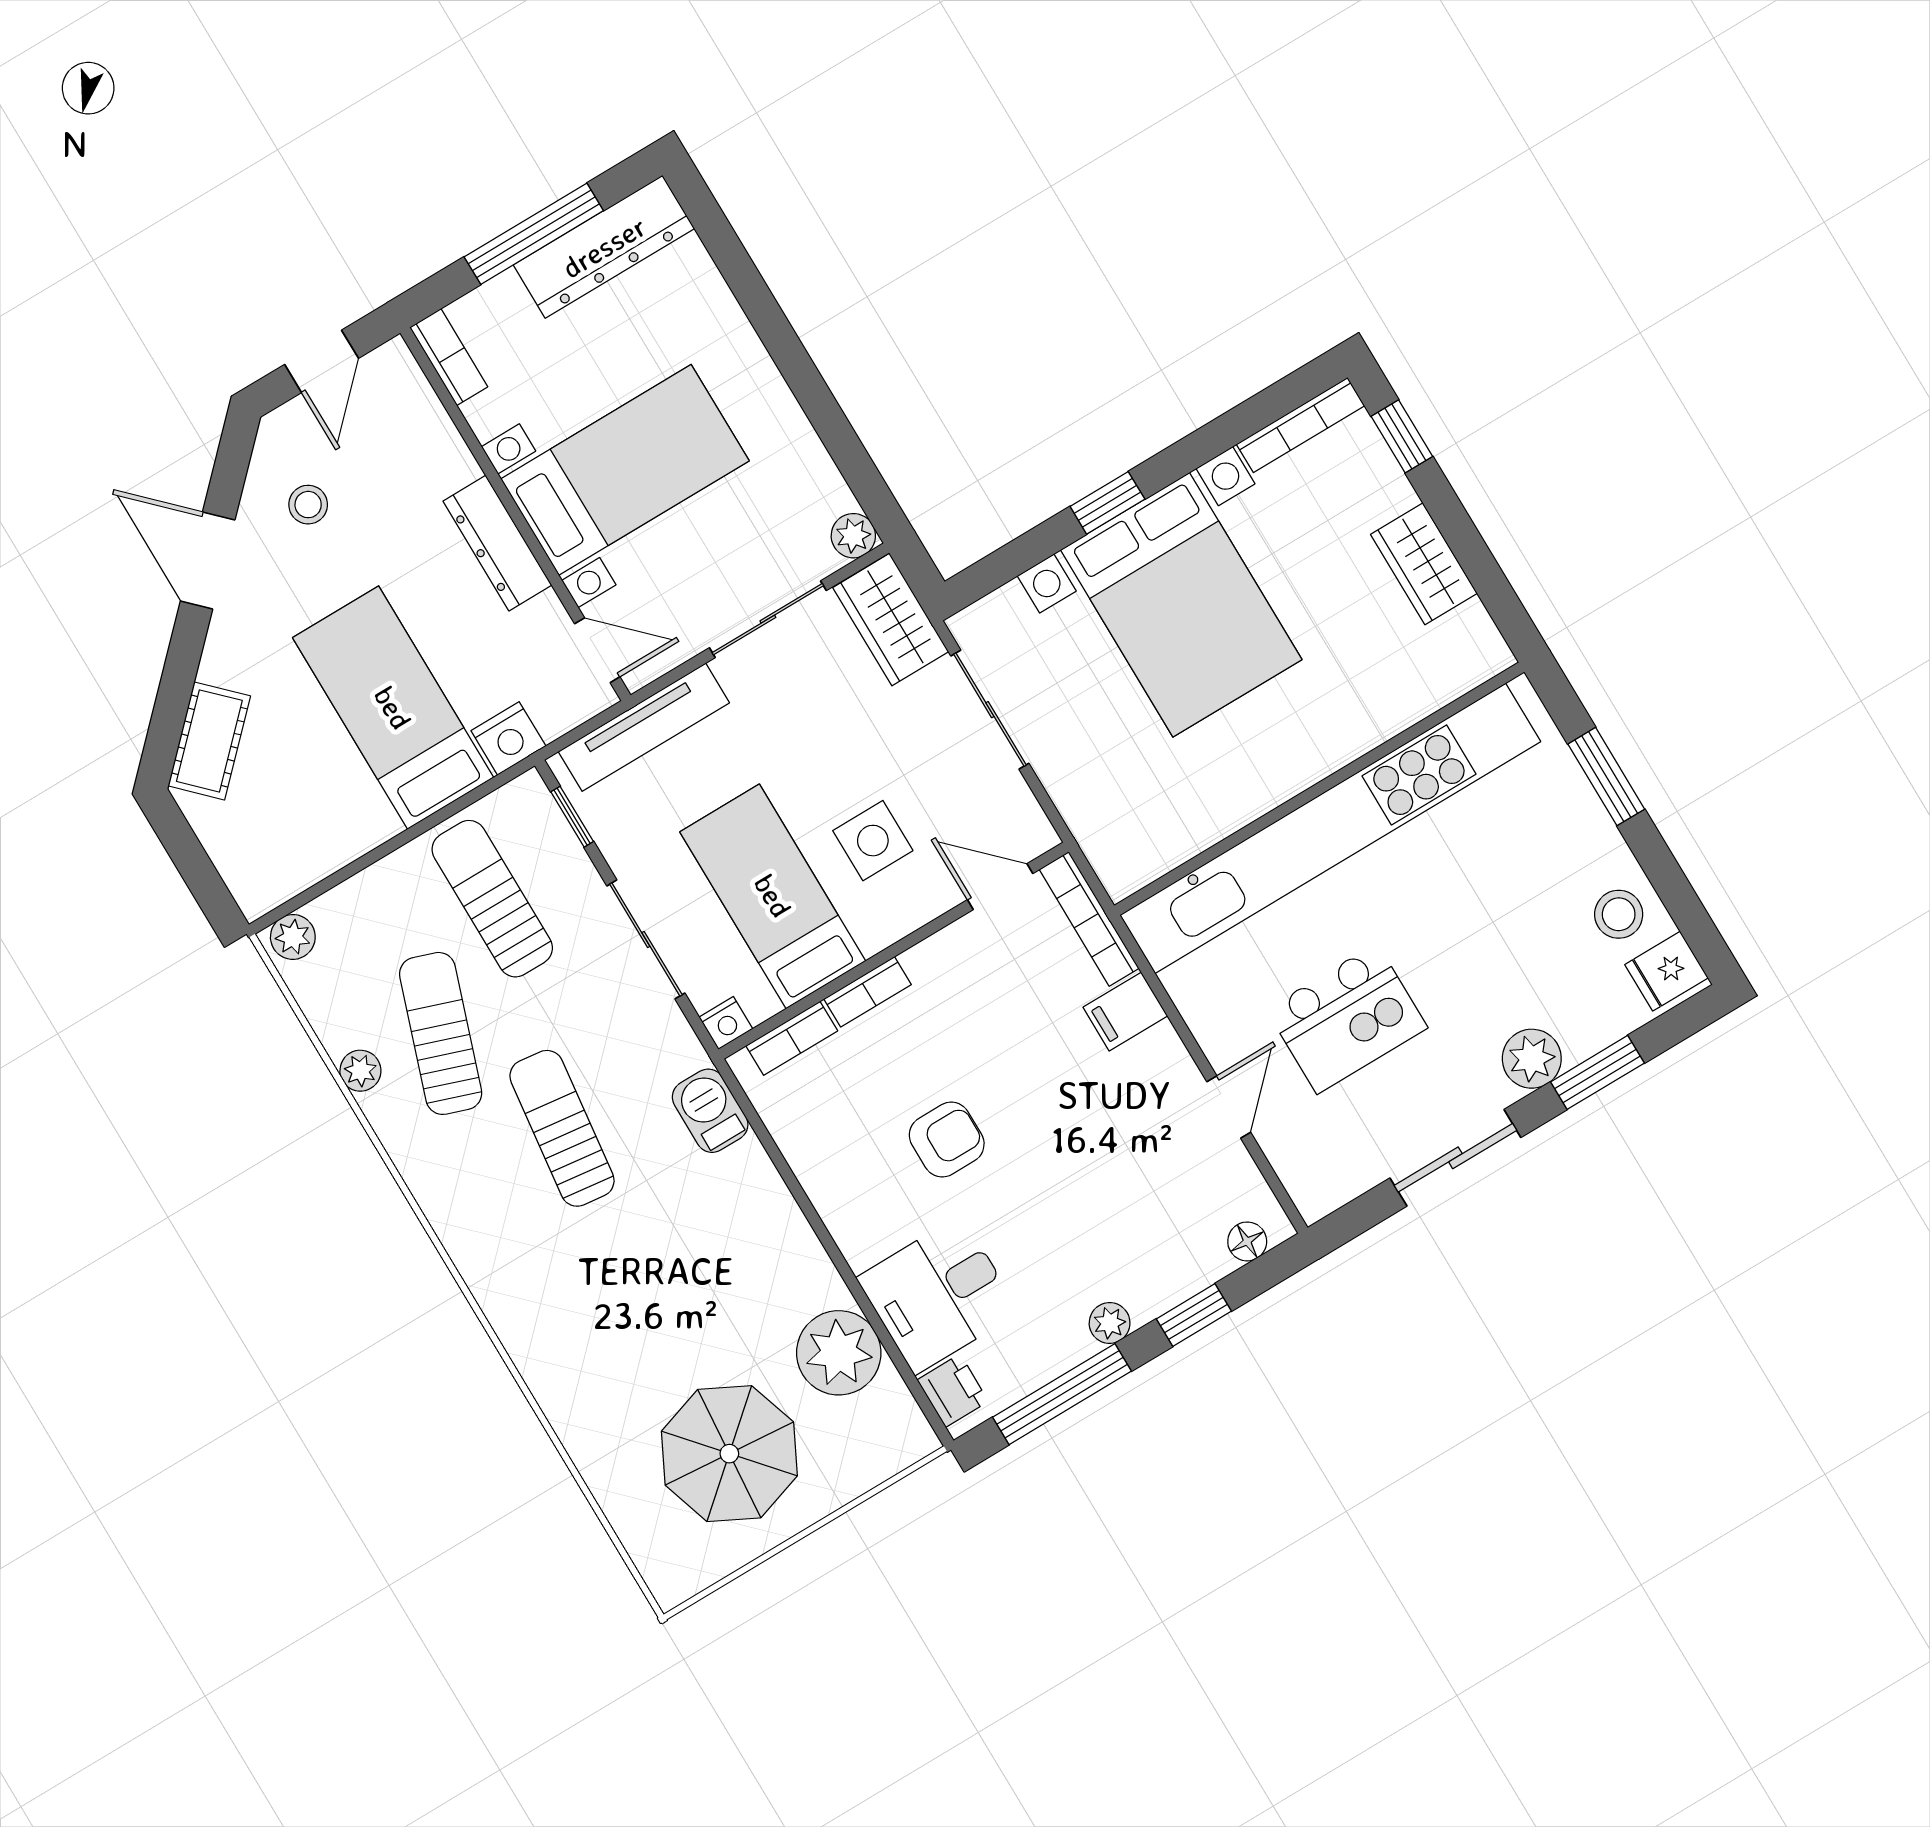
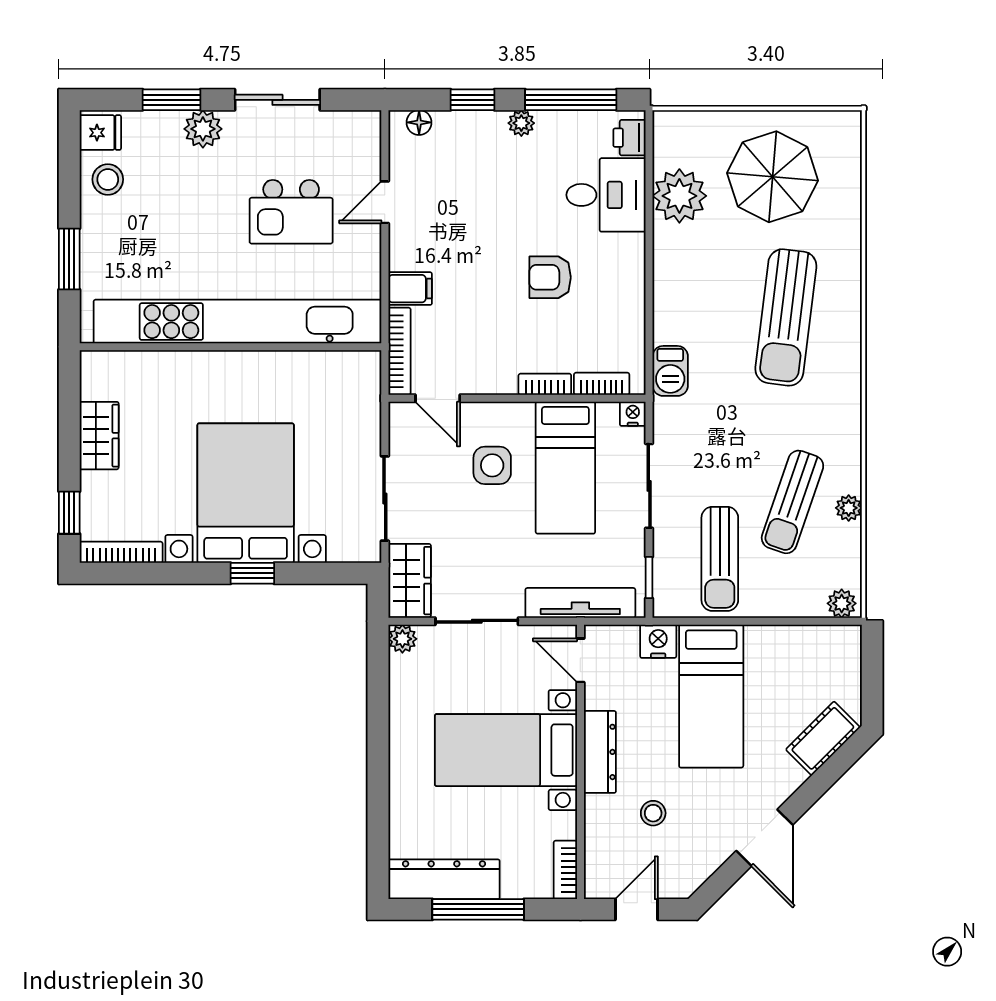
stool: (308, 505) -> (653, 813), moved
kitchen island: (1347, 1019) -> (291, 212), turned 180
sun lounger: (562, 1128) -> (786, 317), moved, width x1.36, depth x1.34

